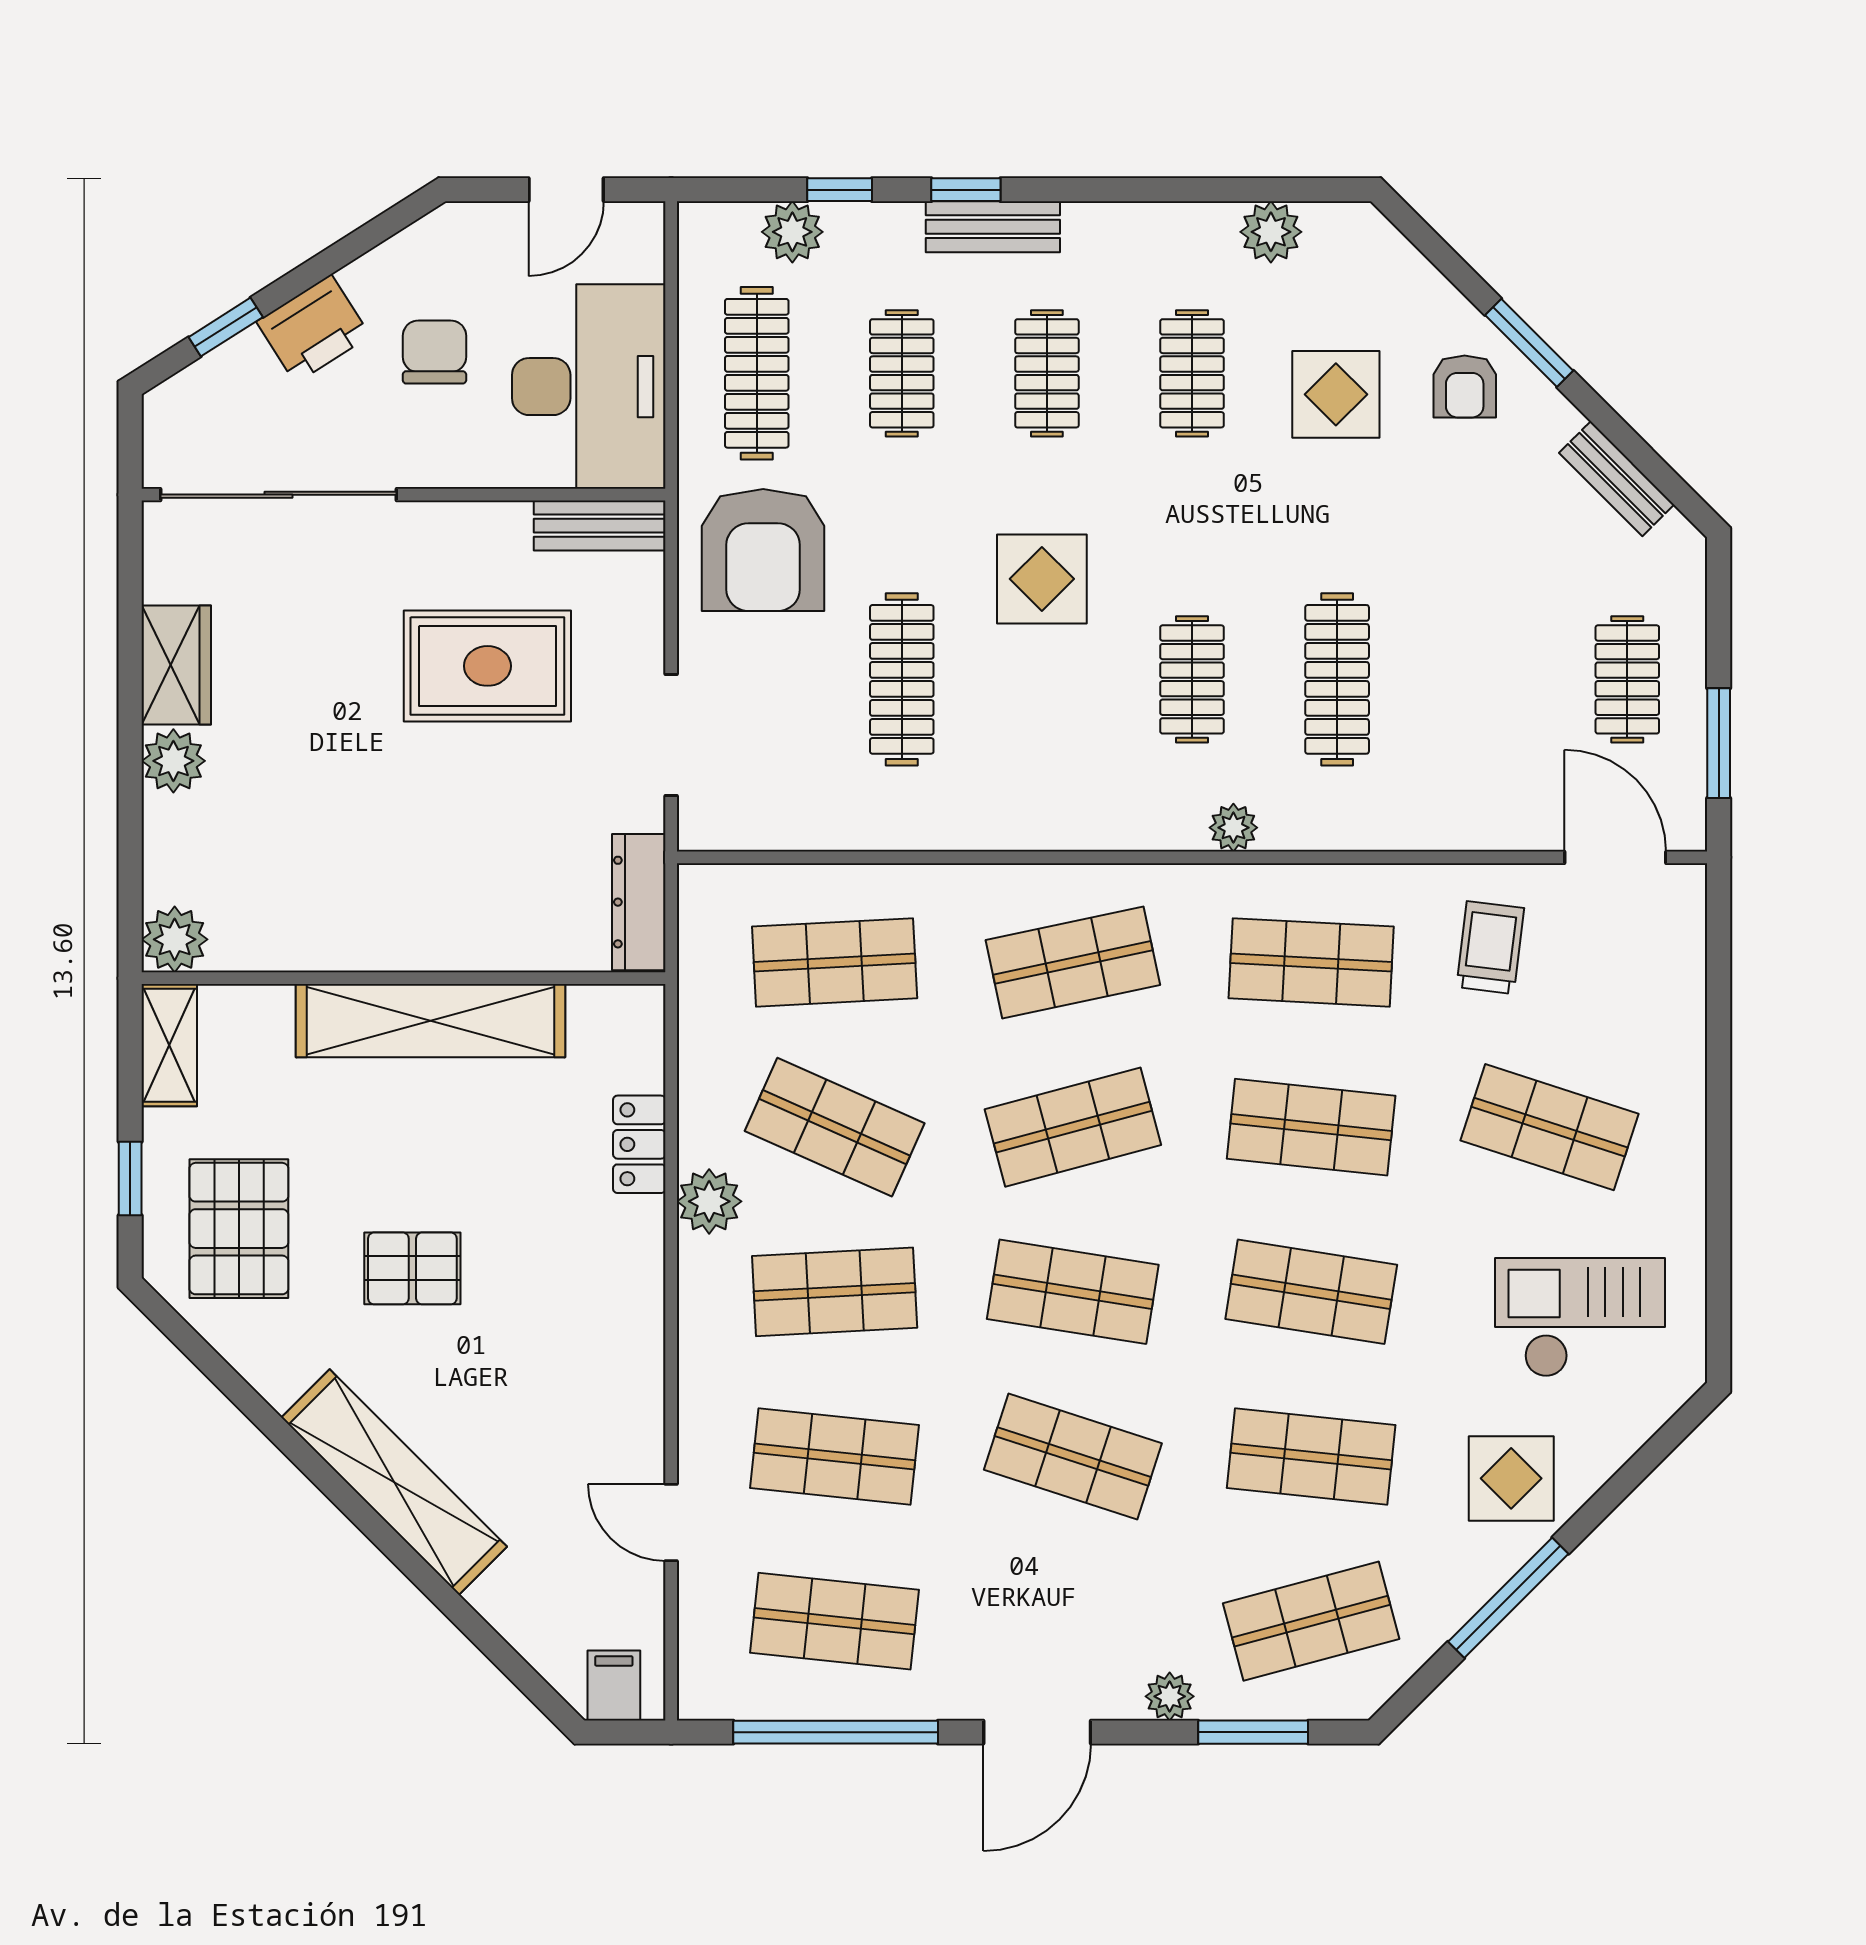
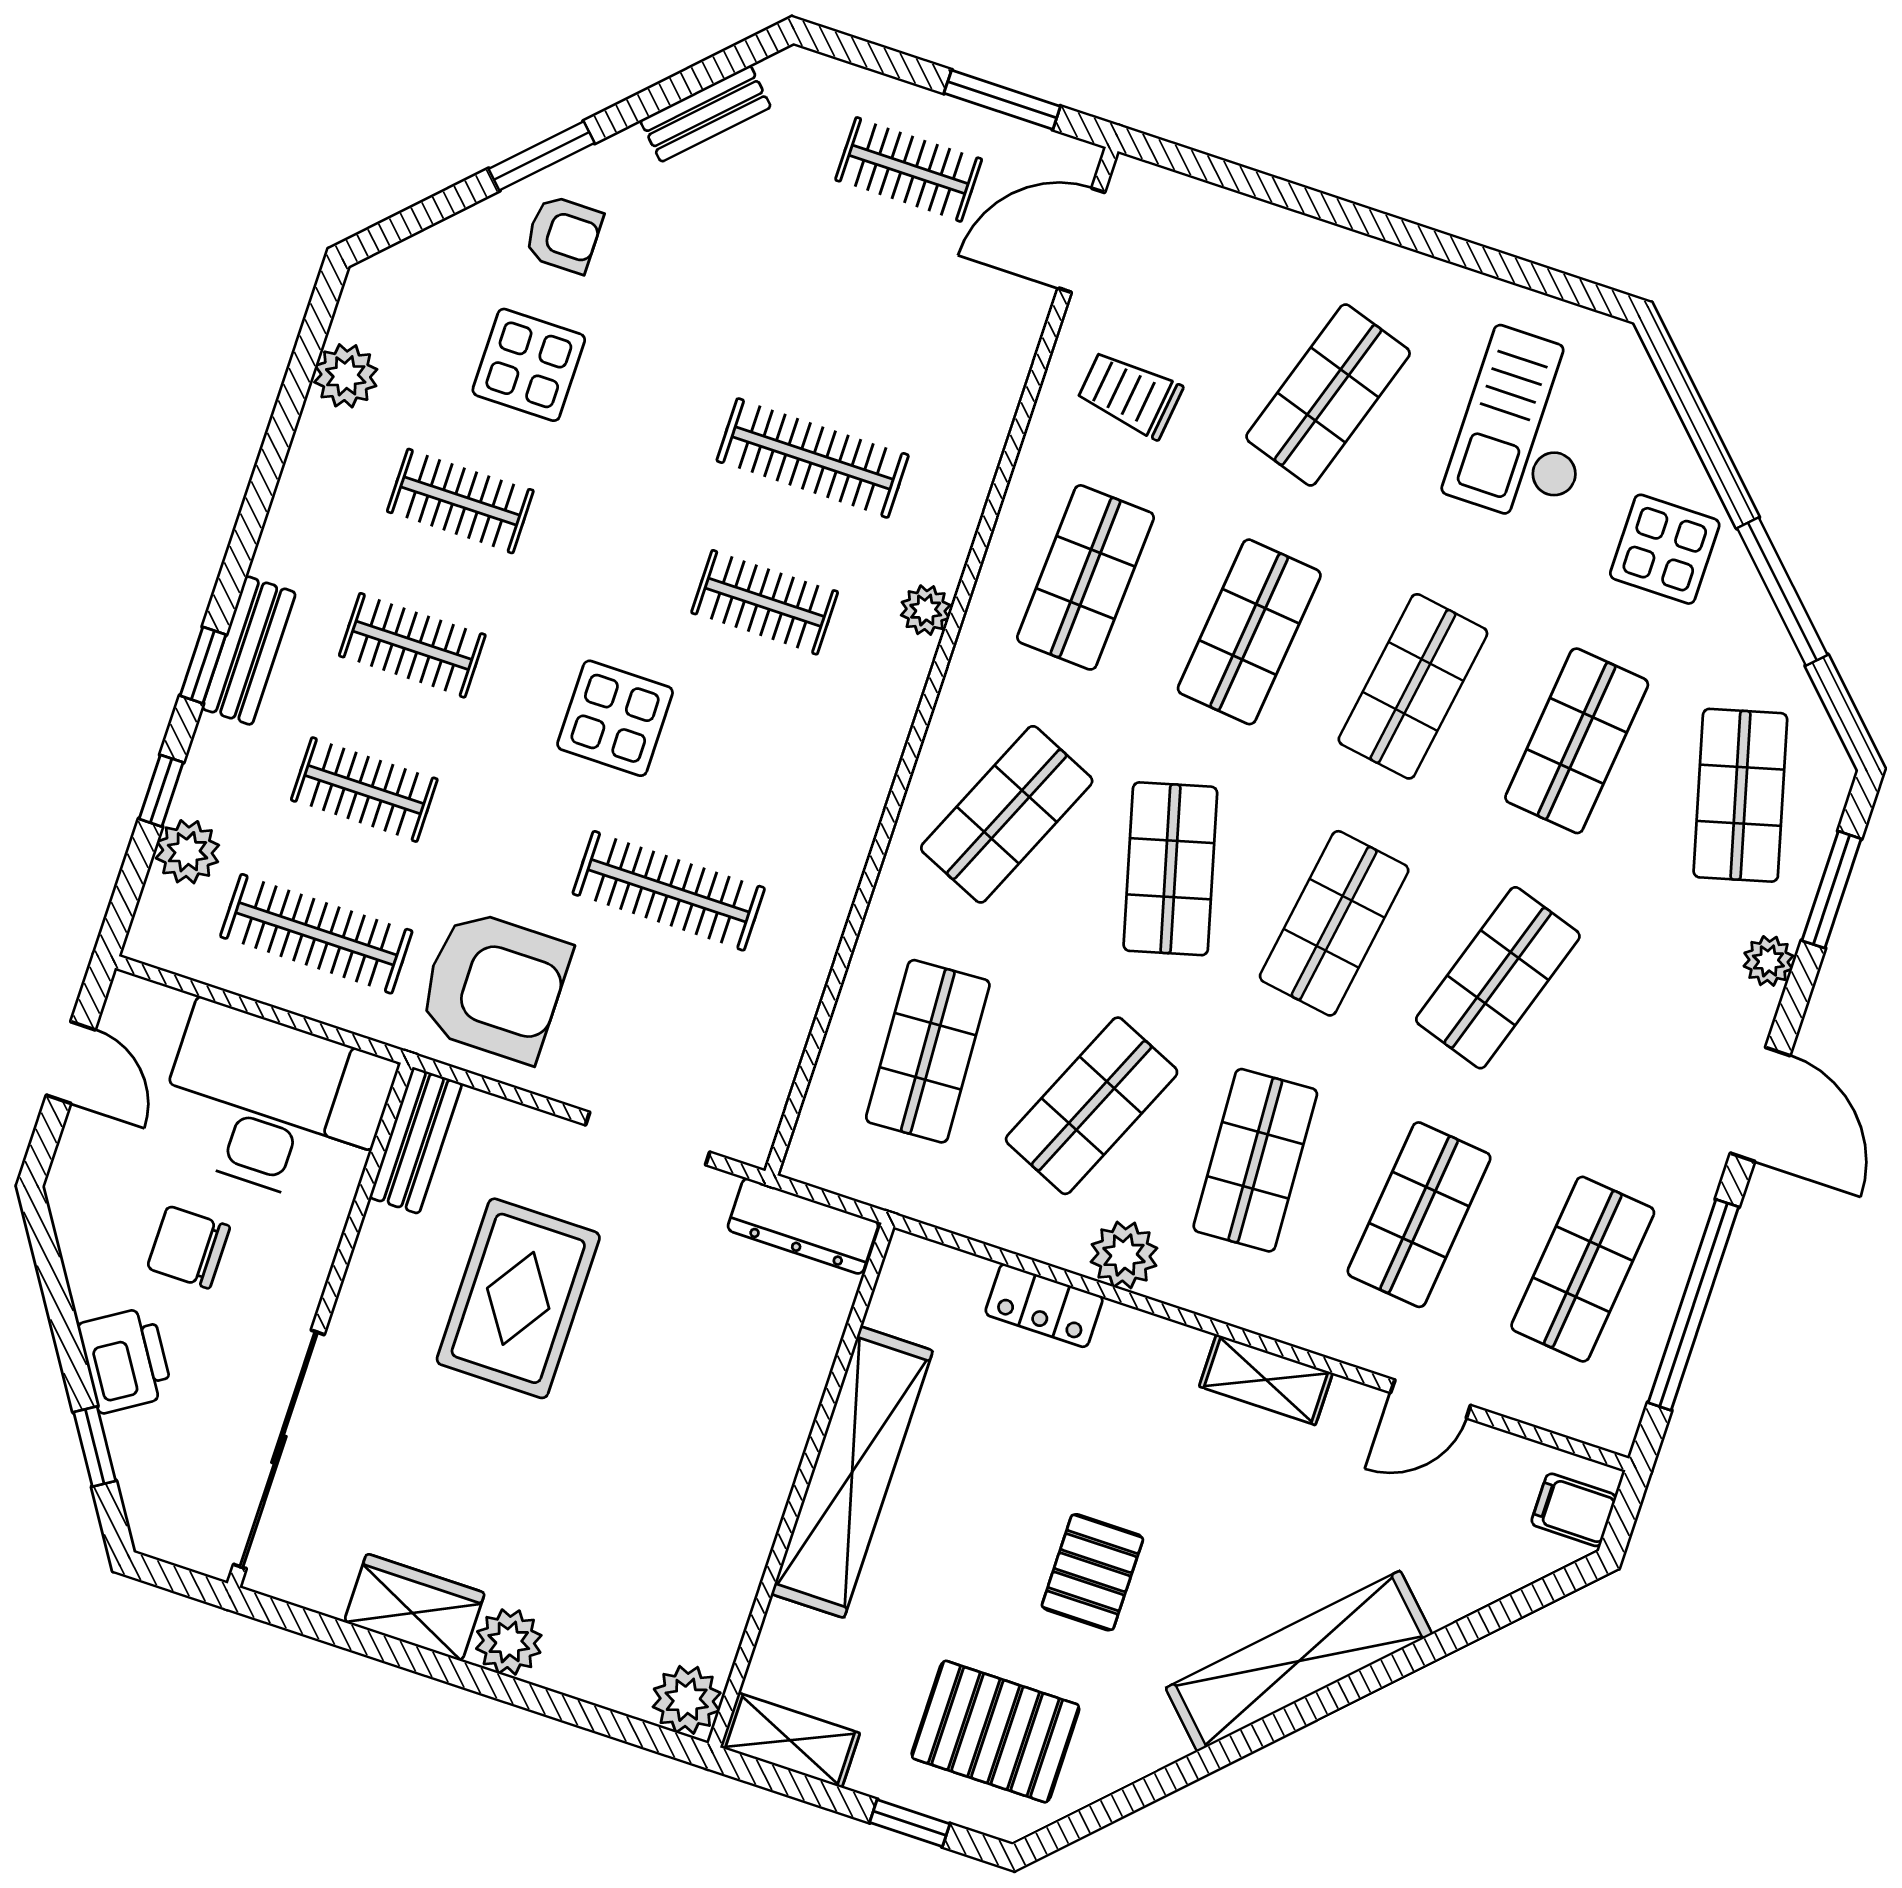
shop shelf: (1073, 962) -> (1007, 814), turned 36
shelving: (639, 1368) -> (1266, 1380), added

